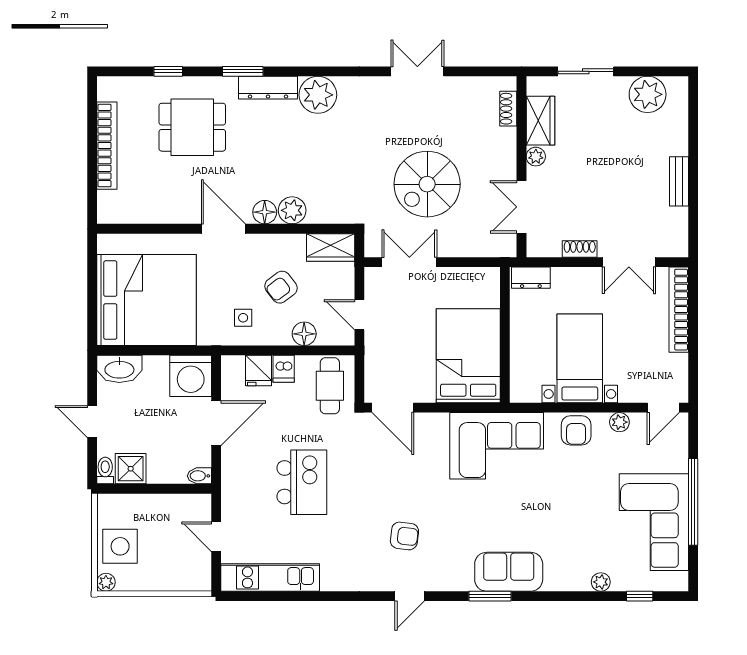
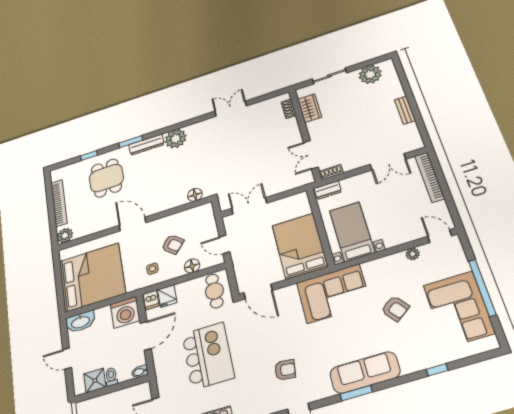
dining table: (192, 127) -> (106, 178), turned 90
plant: (536, 157) -> (312, 127), removed
spiral stairs: (427, 184) -> (250, 162), removed
plant: (292, 210) -> (65, 236), moved
floor lamp: (265, 212) -> (195, 195), moved
wardrobe: (331, 247) -> (199, 213), removed
shoe rack: (580, 249) -> (331, 172), moved
armchair: (281, 287) -> (173, 244), turned -102
bed with nightstands: (580, 358) -> (352, 231), moved
dishwasher: (284, 369) -> (151, 300), moved
door: (663, 408) -> (440, 236), swing flipped
armchair: (576, 430) -> (395, 309), moved, turned -37
toilet: (105, 471) -> (111, 377), moved
kitchen island: (302, 482) -> (208, 356), width x1.37, depth x1.28
sofa: (509, 572) -> (365, 372), width x1.36
plant: (601, 582) -> (434, 360), removed
window: (640, 596) -> (437, 370), moved

